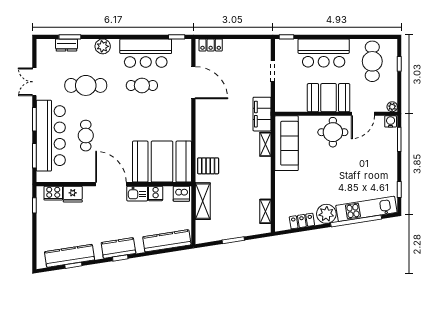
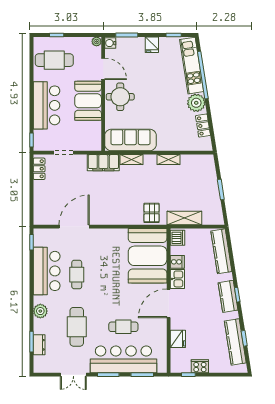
locker: (211, 45) -> (39, 169), moved
fridge: (389, 166) -> (152, 45), added
cooker: (53, 193) -> (200, 366), moved, turned -90
shelving: (265, 211) -> (169, 160), moved

